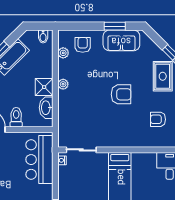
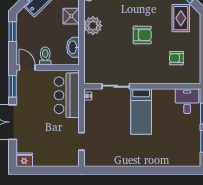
plant: (63, 84) -> (93, 26), width x1.88, depth x1.88
shower: (44, 87) -> (71, 16), moved
sliding door: (81, 150) -> (116, 86), moved

